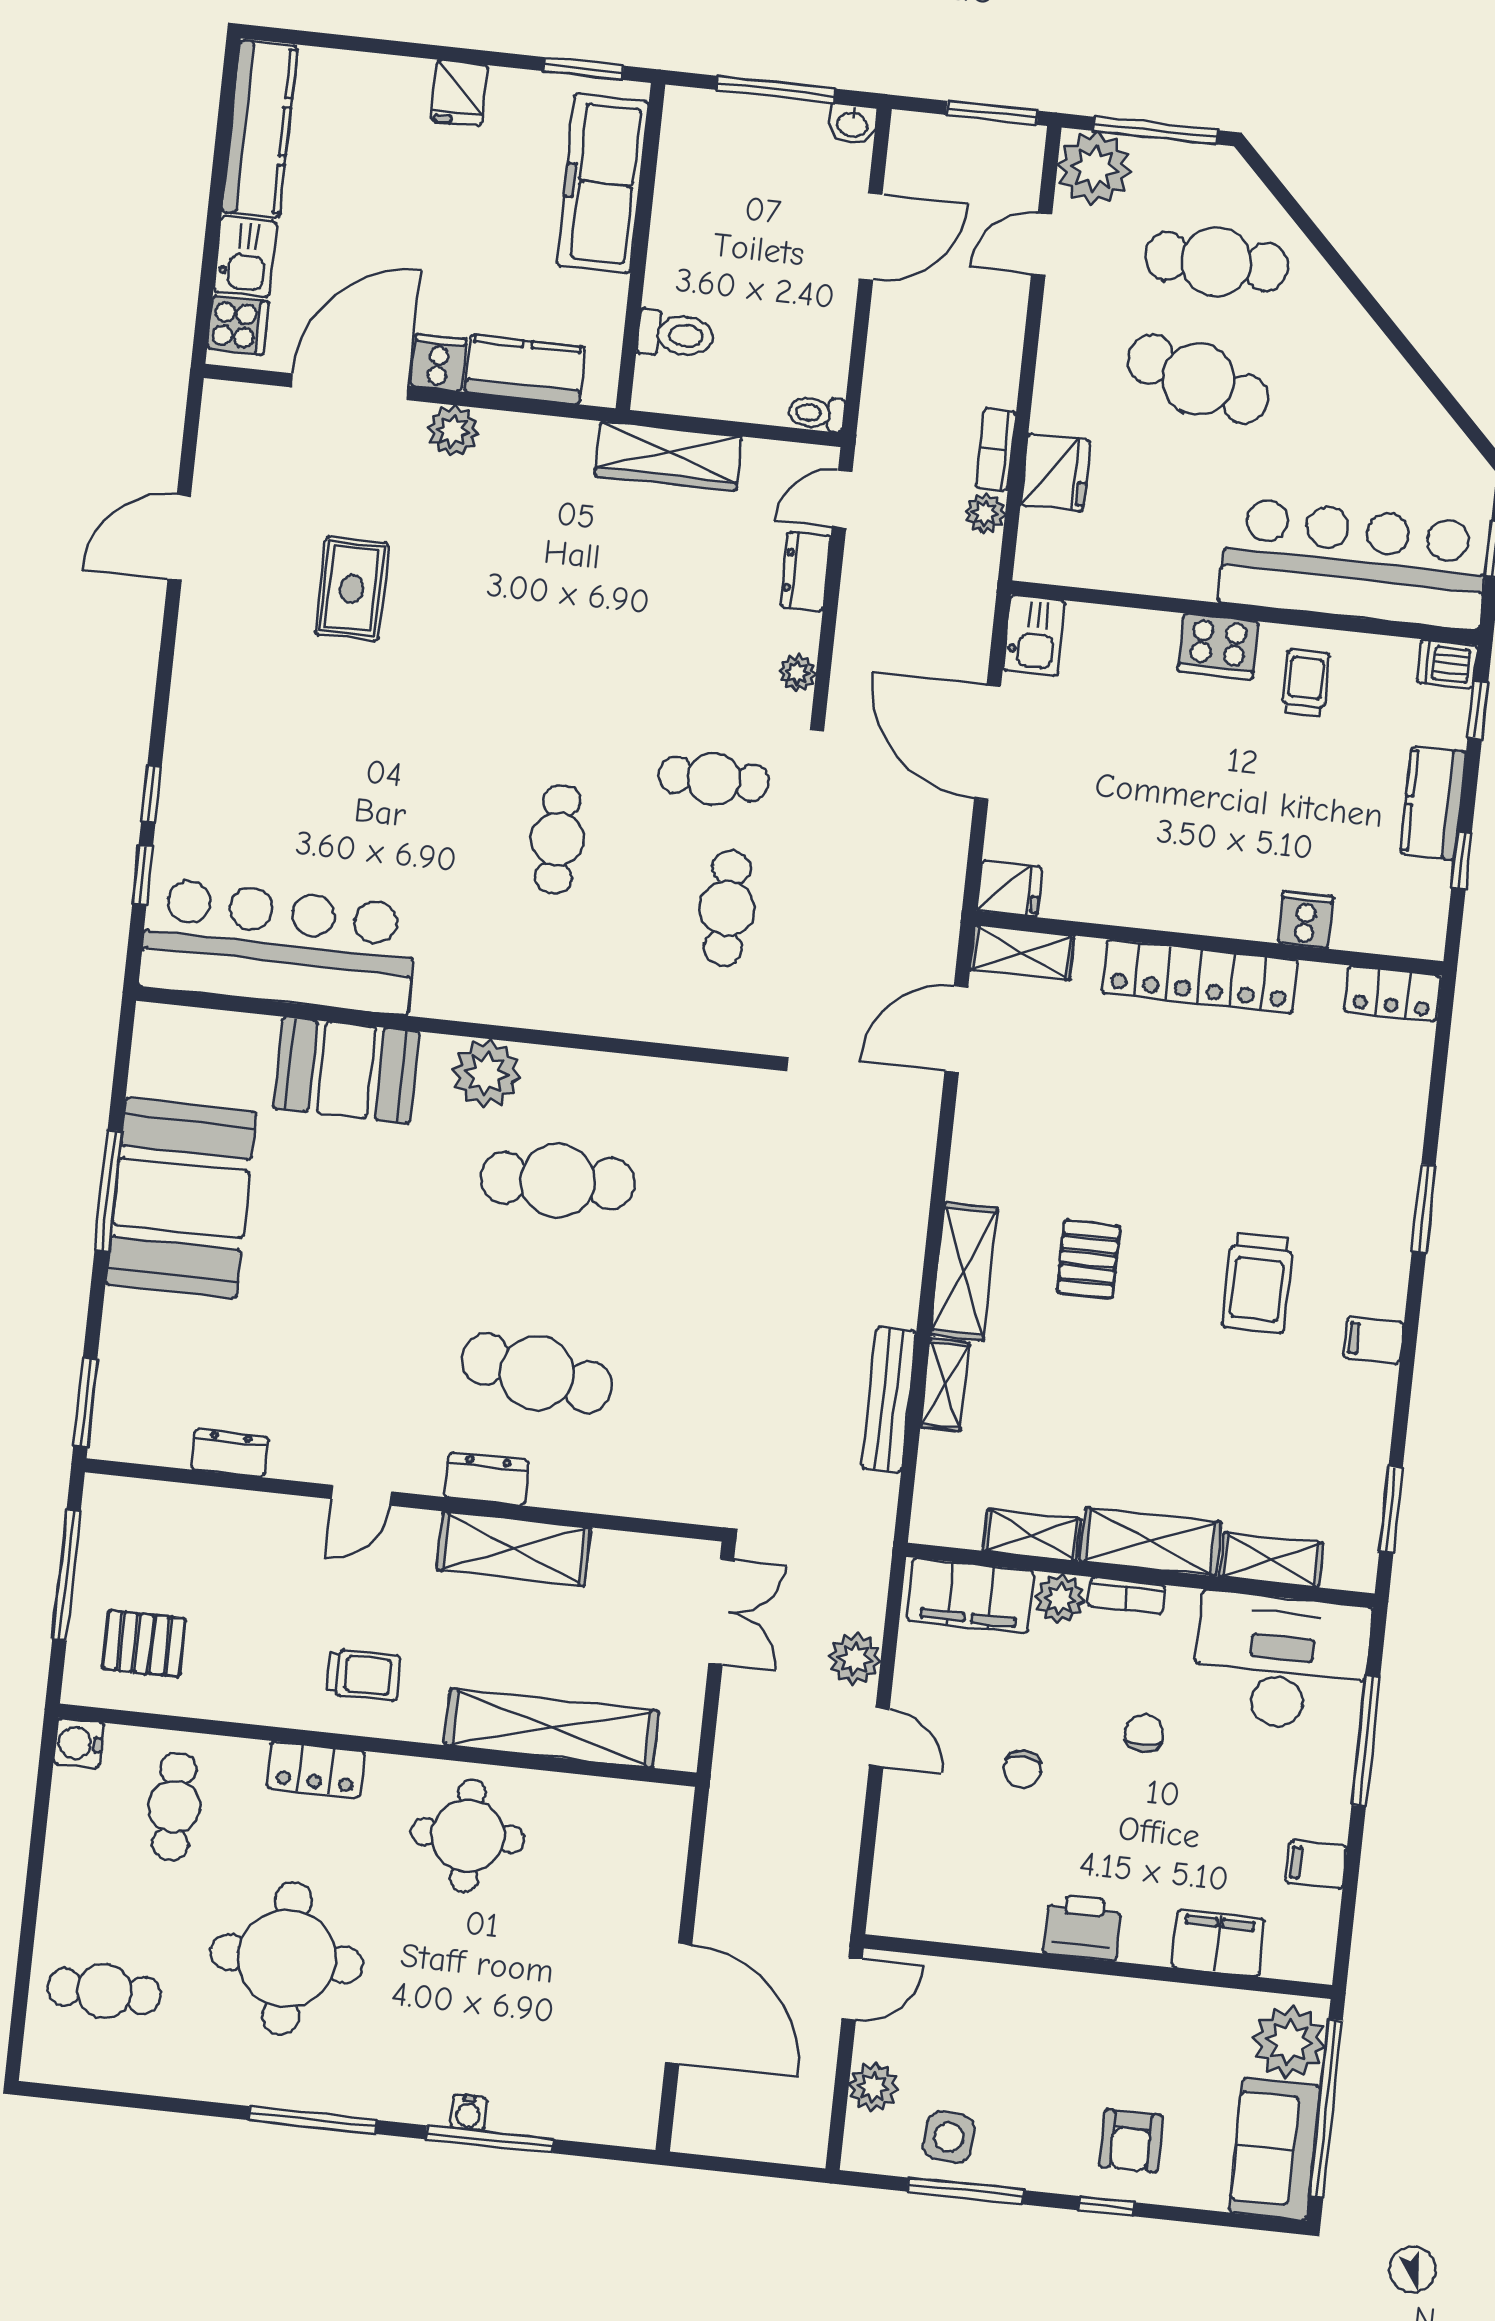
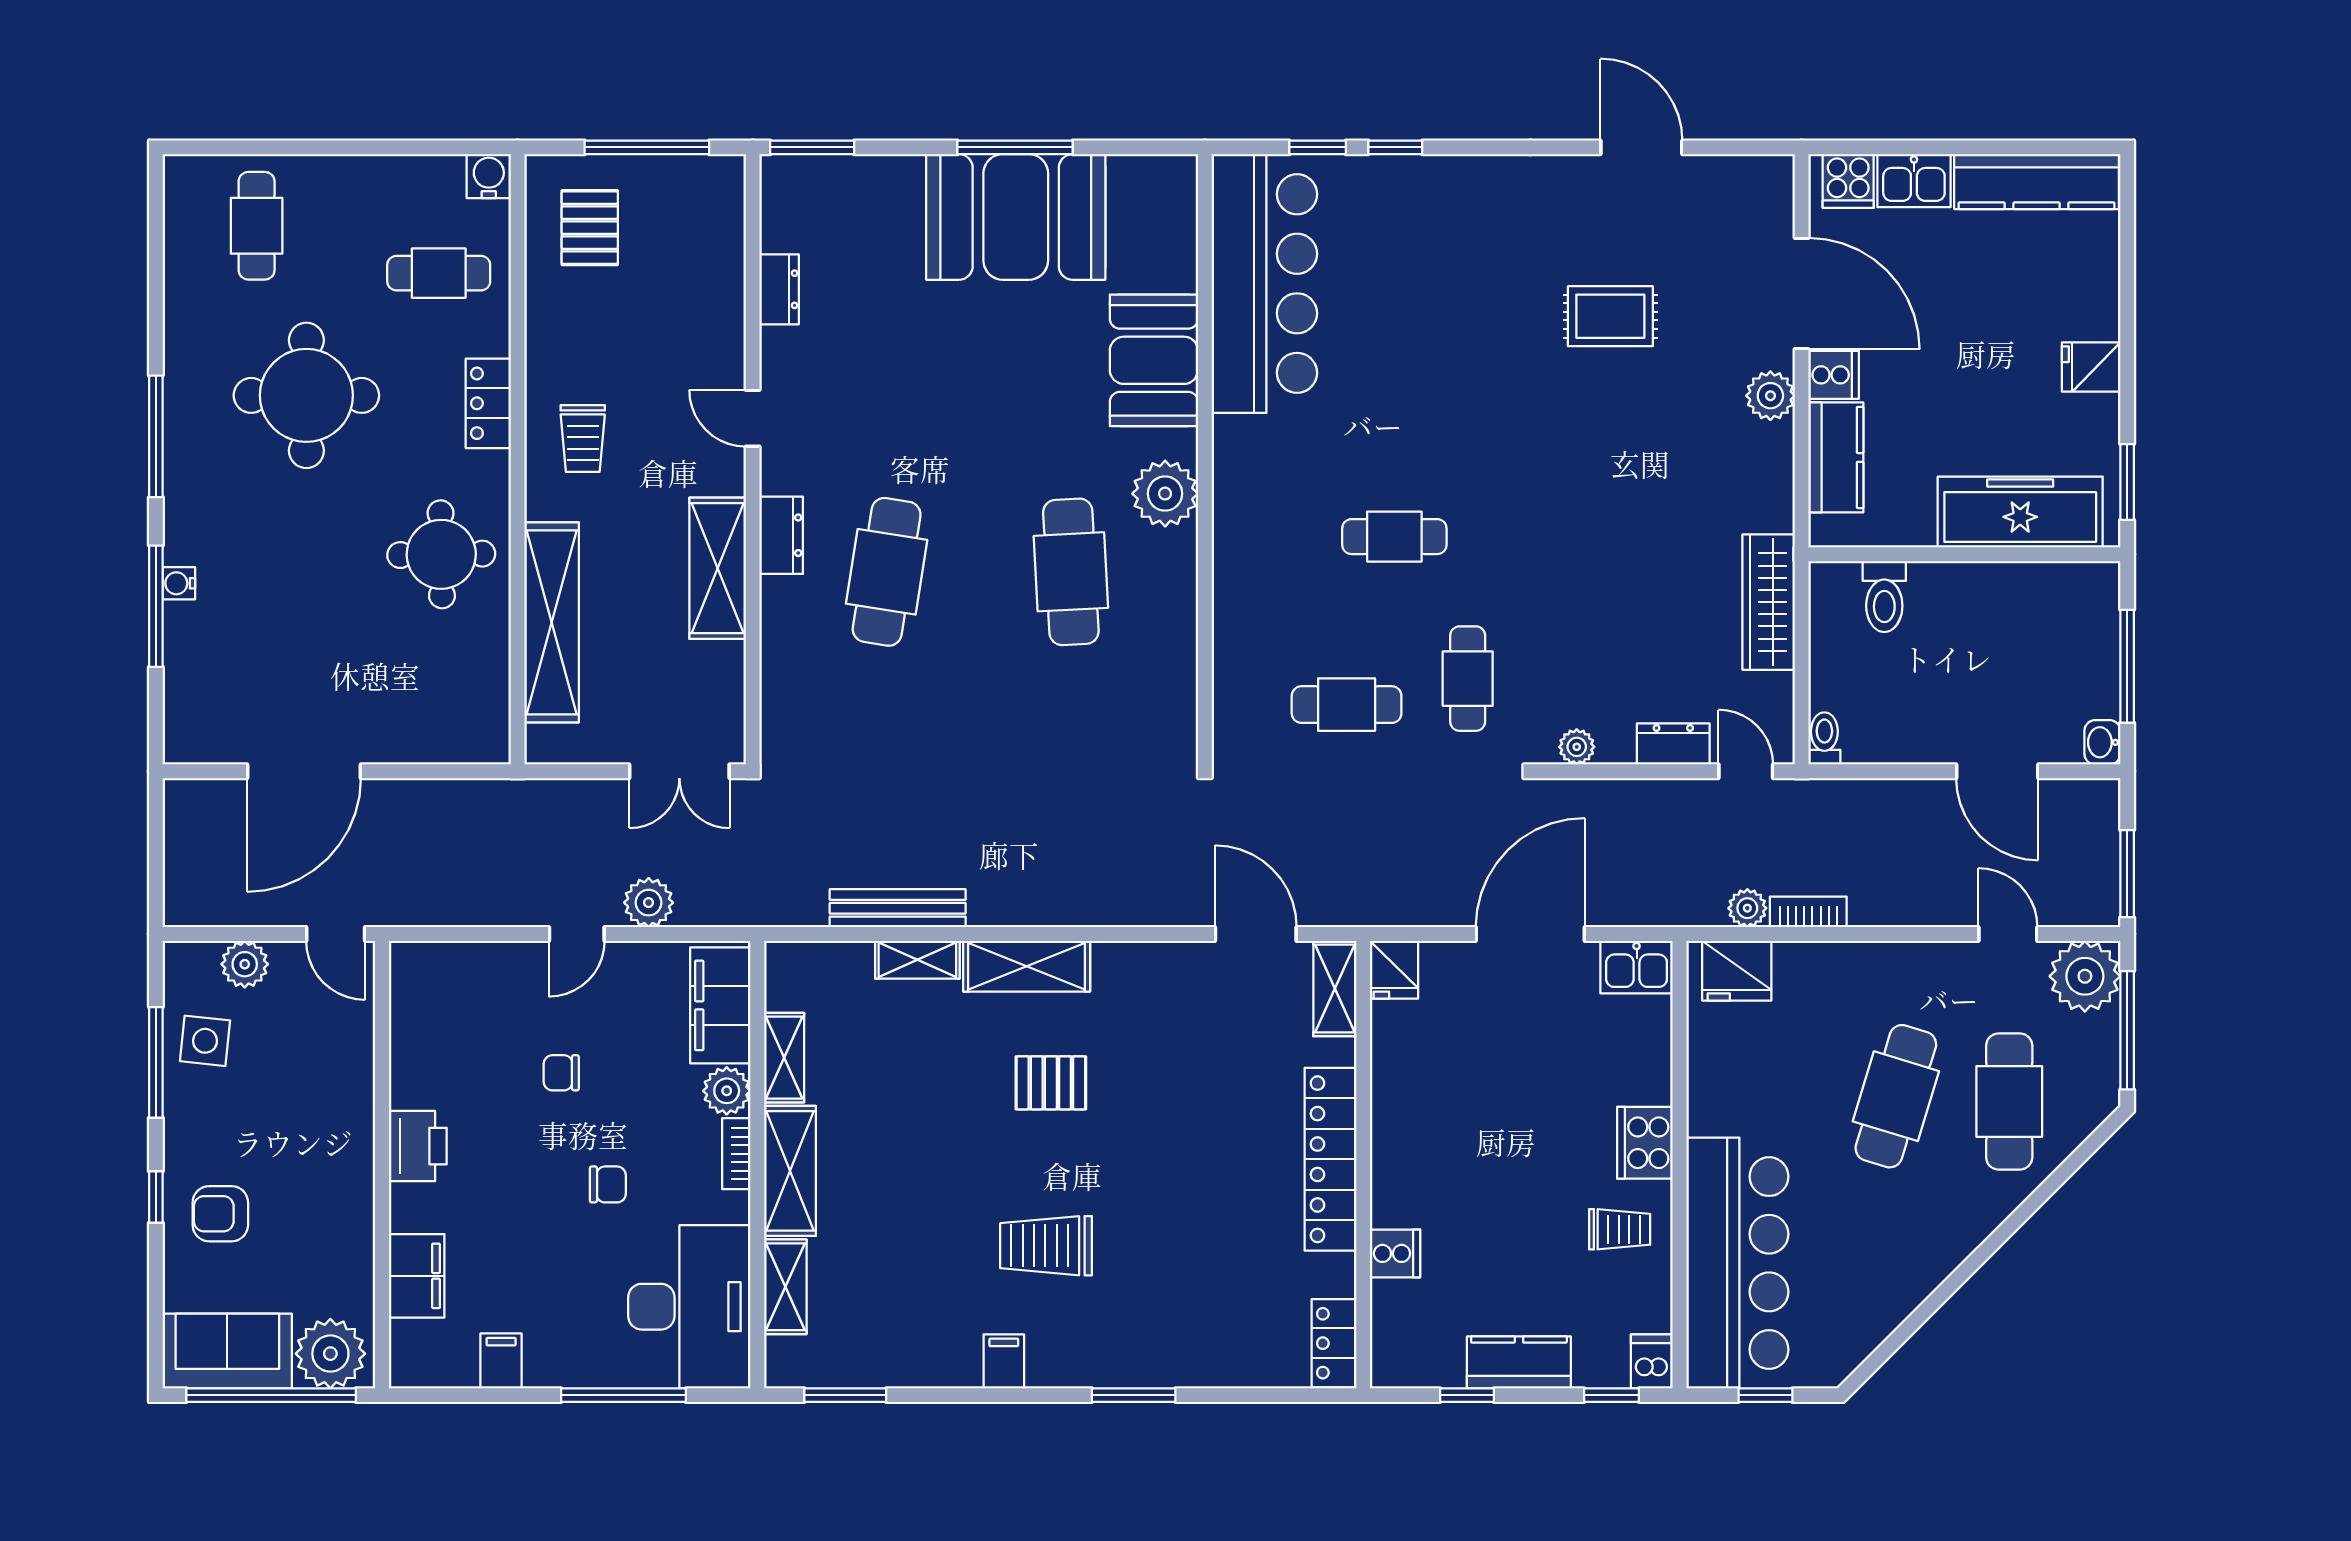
fridge: (1056, 472) -> (1737, 971), moved

